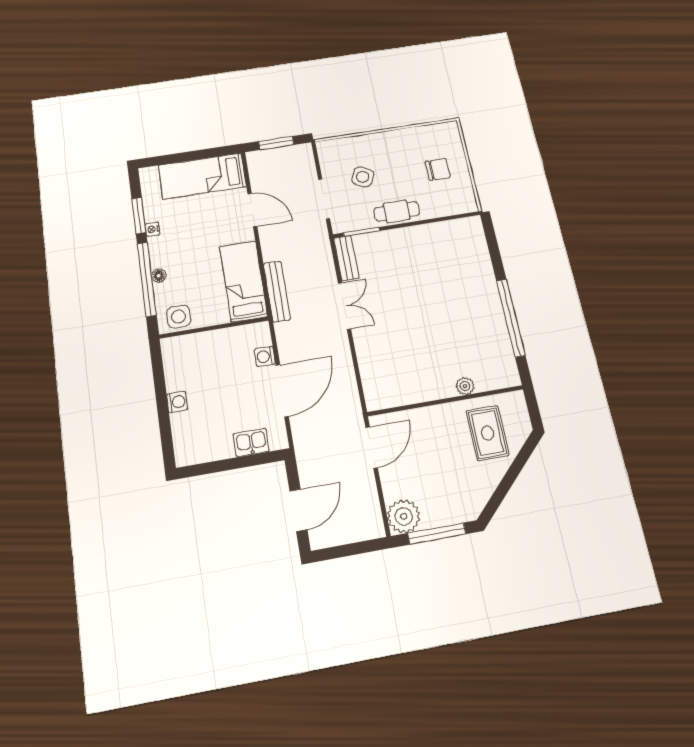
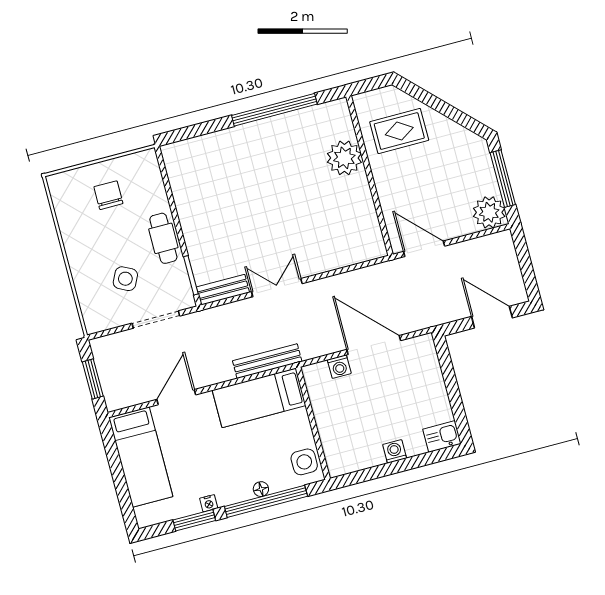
plant: (465, 386) -> (344, 158), width x1.88, depth x1.88
kitchen sink: (251, 443) -> (442, 436), moved, turned 90

